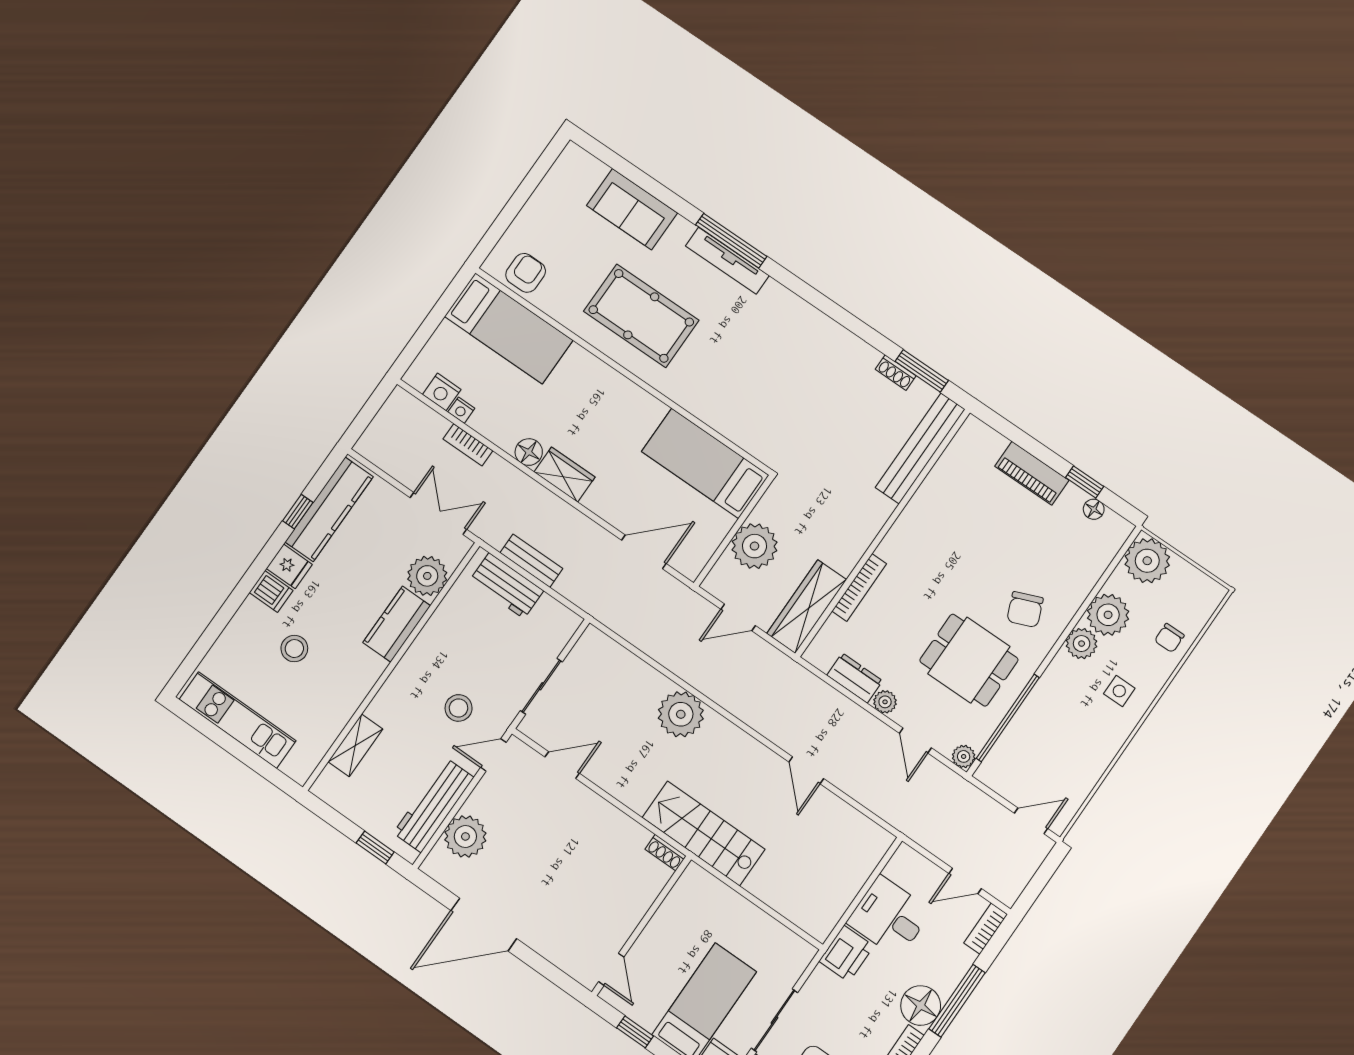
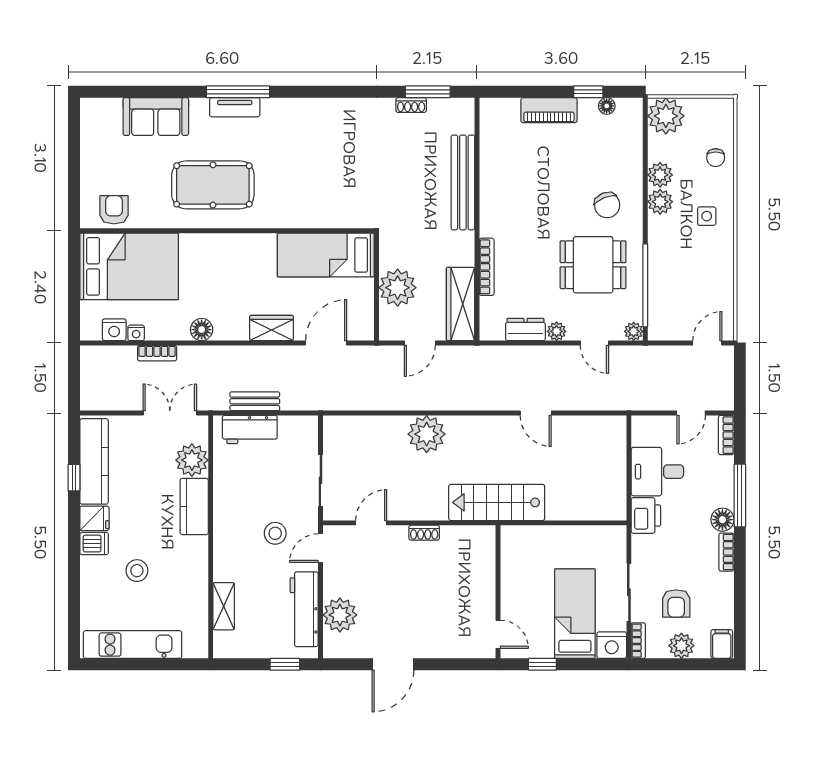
tv unit: (727, 261) -> (235, 107), width x0.71
bed: (509, 328) -> (129, 266), width x1.50
bench: (920, 448) -> (463, 182), moved
wardrobe: (564, 475) -> (272, 328), moved
plant: (1108, 615) -> (660, 175), width x0.73, depth x0.73
shoe rack: (666, 853) -> (424, 533), moved
door: (484, 925) -> (393, 664), width x0.73
floor lamp: (921, 1006) -> (722, 520), width x0.73, depth x0.73

